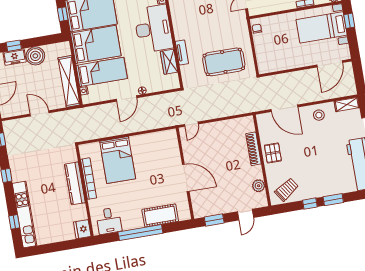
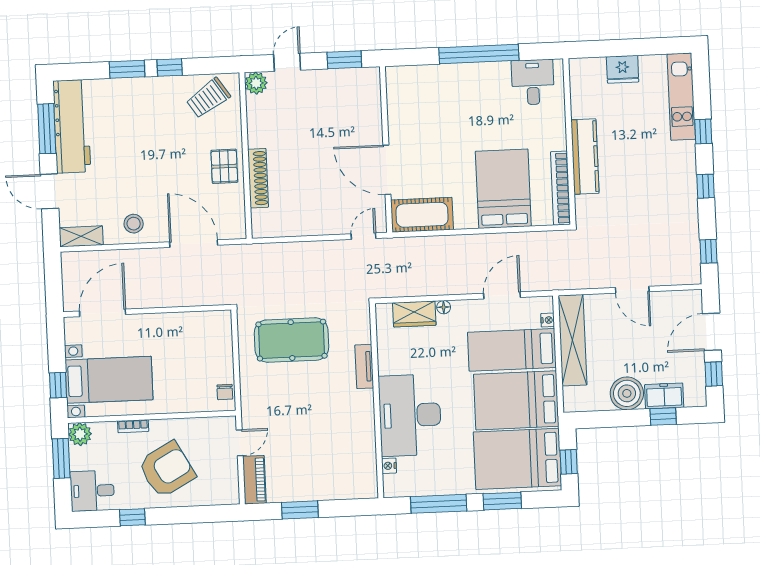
wardrobe: (169, 62) -> (414, 314), moved, turned 90
door: (126, 99) -> (502, 295), moved
door: (186, 178) -> (387, 170), moved
bookcase: (89, 179) -> (561, 188), moved
plant: (259, 186) -> (256, 83), moved
kitchen unit: (25, 214) -> (681, 97), width x0.73
cot: (160, 215) -> (422, 215), moved
window: (14, 222) -> (703, 131), moved
fridge: (82, 229) -> (623, 69), moved, turned 90

